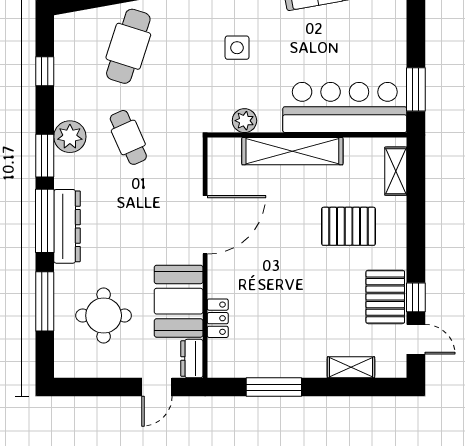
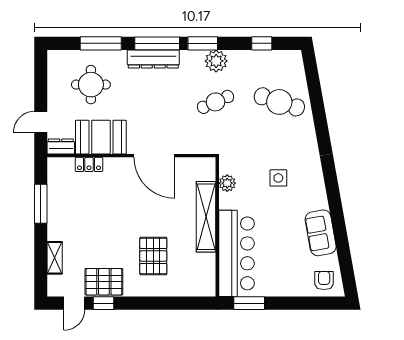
shelving: (396, 171) -> (192, 289), removed
door: (157, 387) -> (41, 122), hinge flipped

